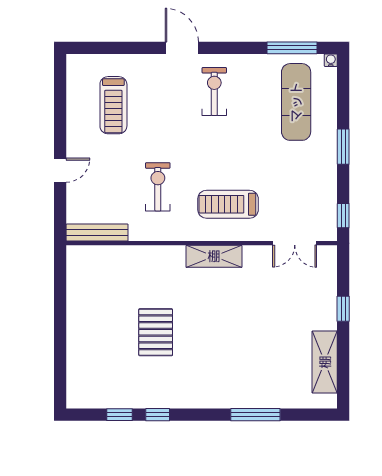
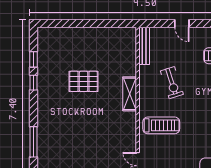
exercise bike: (158, 187) -> (172, 83), turned 72
treadmill: (228, 204) -> (161, 125), turned 90
shelving: (214, 256) -> (130, 94), moved

